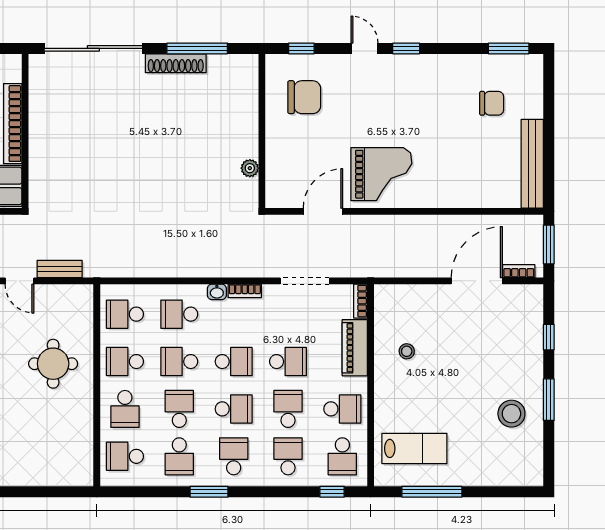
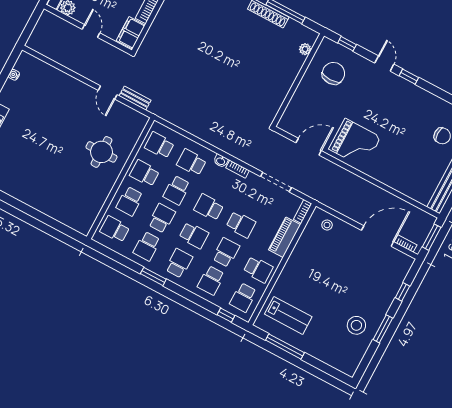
chair: (304, 97) -> (333, 73), turned -90
plant: (250, 168) -> (305, 49), moved
stool: (407, 351) -> (327, 225), moved
school desk: (179, 362) -> (177, 190), turned -90
school desk: (234, 362) -> (209, 207), turned 180
school desk: (288, 456) -> (211, 280), turned 180

